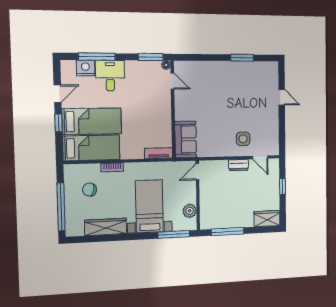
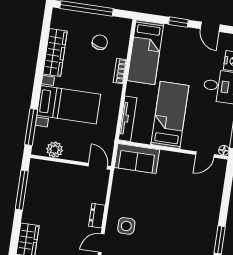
bed: (92, 121) -> (170, 115), moved, turned 180
tv unit: (158, 153) -> (128, 119), width x1.41

